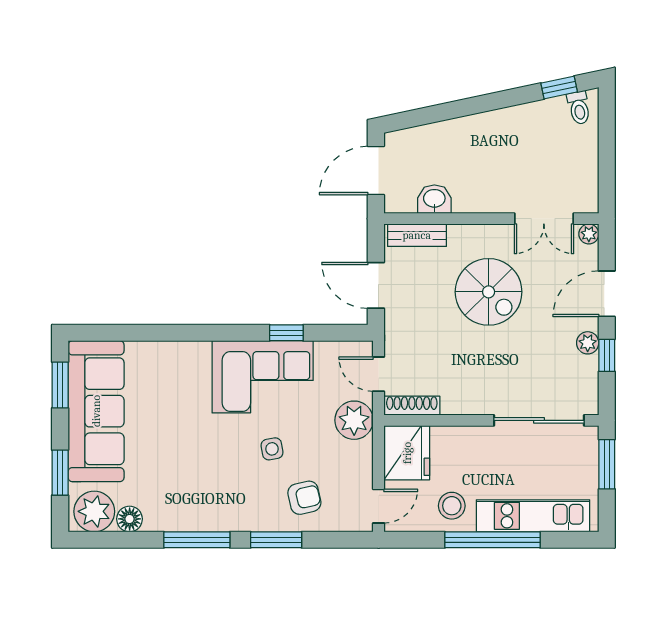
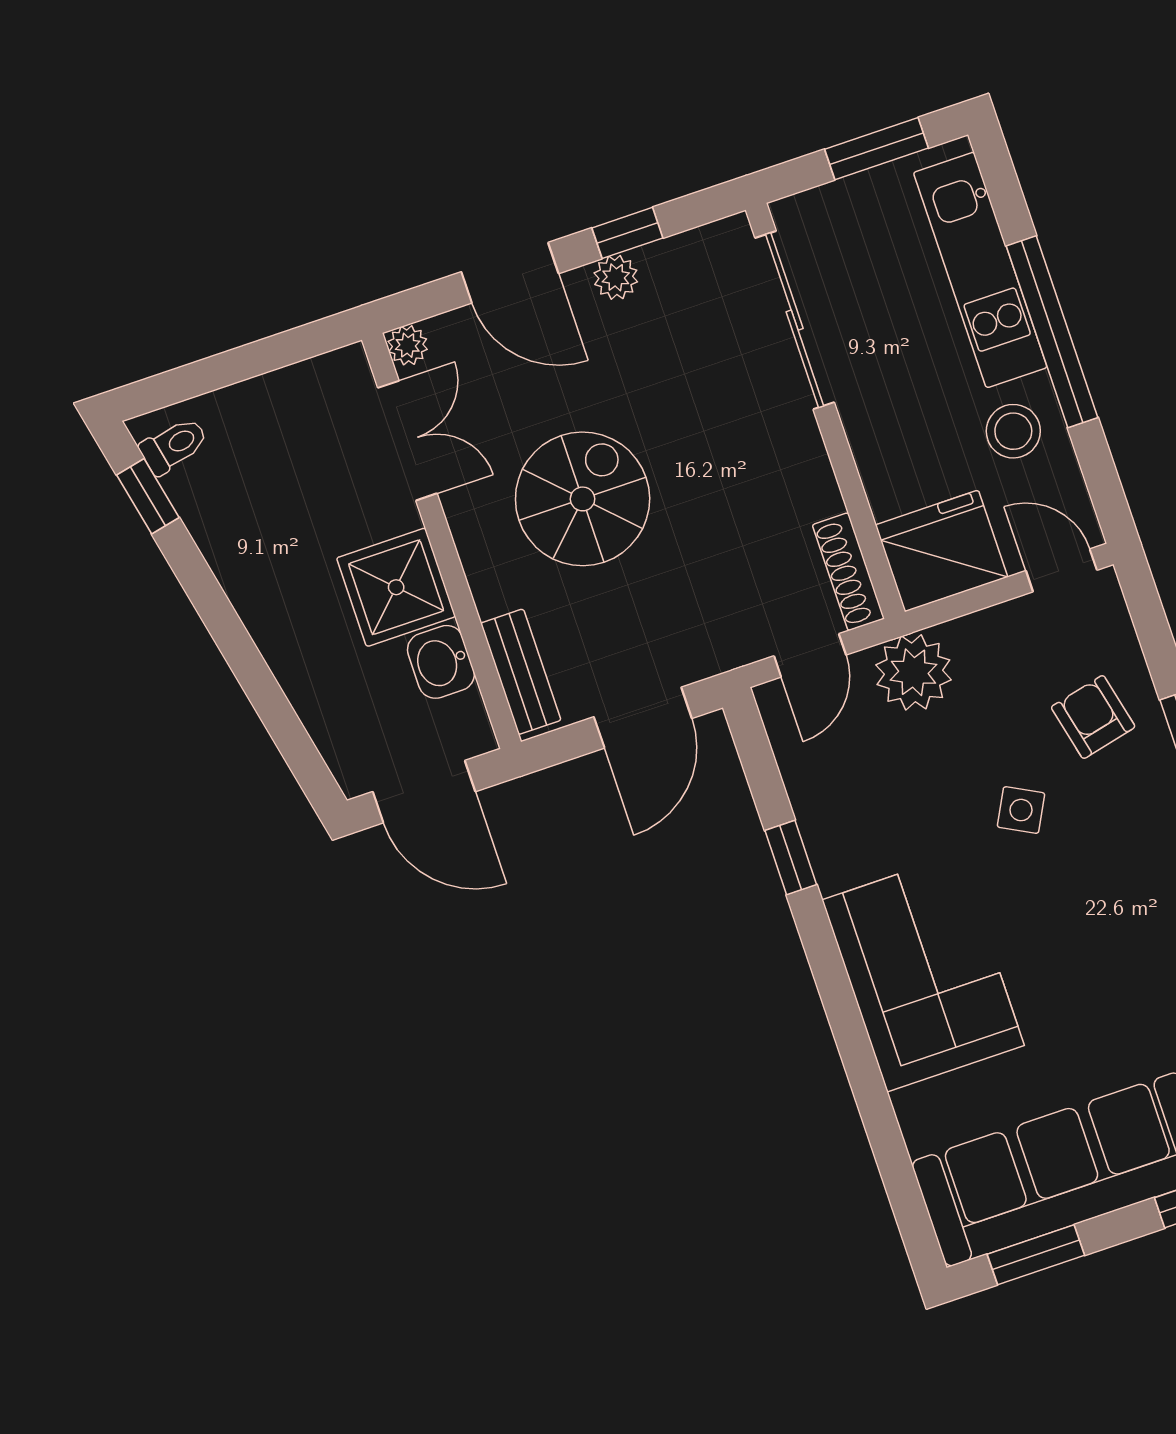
shower: (477, 190) -> (396, 587), added
corner sofa: (263, 377) -> (923, 973), moved
side table: (272, 449) -> (1021, 810), turned 38
window: (607, 464) -> (876, 149), moved

